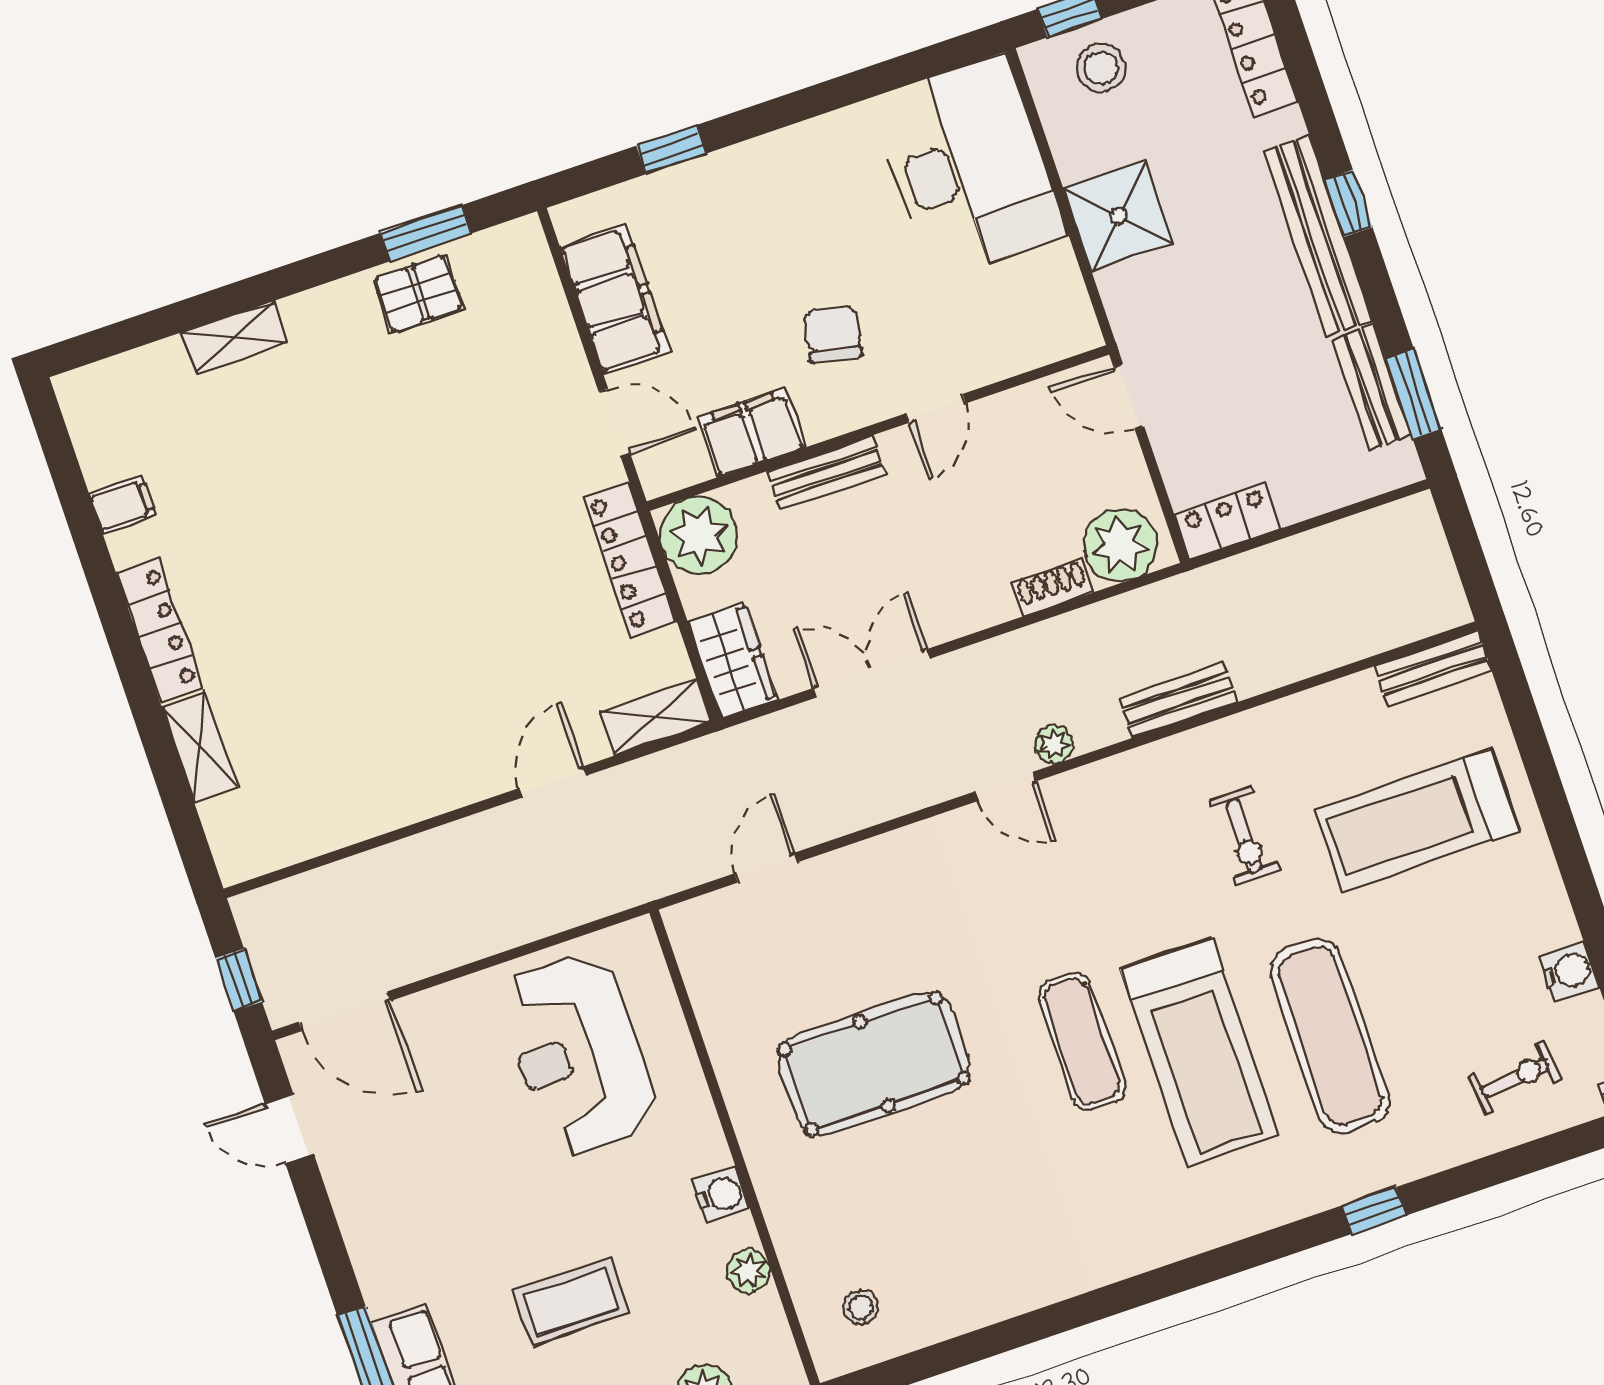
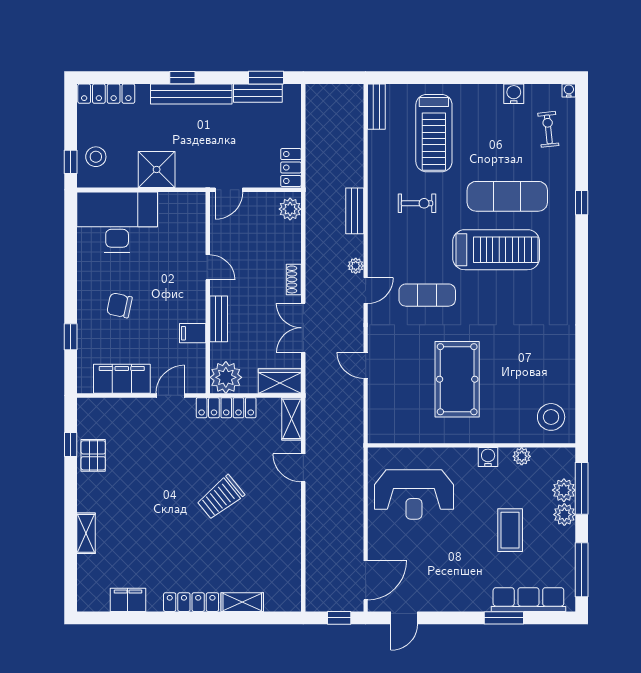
window: (425, 233) -> (71, 444), width x0.67
chair: (833, 334) -> (120, 305), moved
filing cabinet: (751, 433) -> (193, 333), width x0.50
filing cabinet: (123, 505) -> (128, 600), width x2.00
plant: (1120, 545) -> (290, 209), width x0.73, depth x0.73
shoe rack: (1053, 587) -> (294, 279), moved
trolley: (421, 616) -> (221, 497), added
door: (766, 868) -> (366, 365), moved
exercise mat: (1082, 1042) -> (427, 295), moved
stool: (861, 1307) -> (551, 417), width x1.89, depth x1.89

